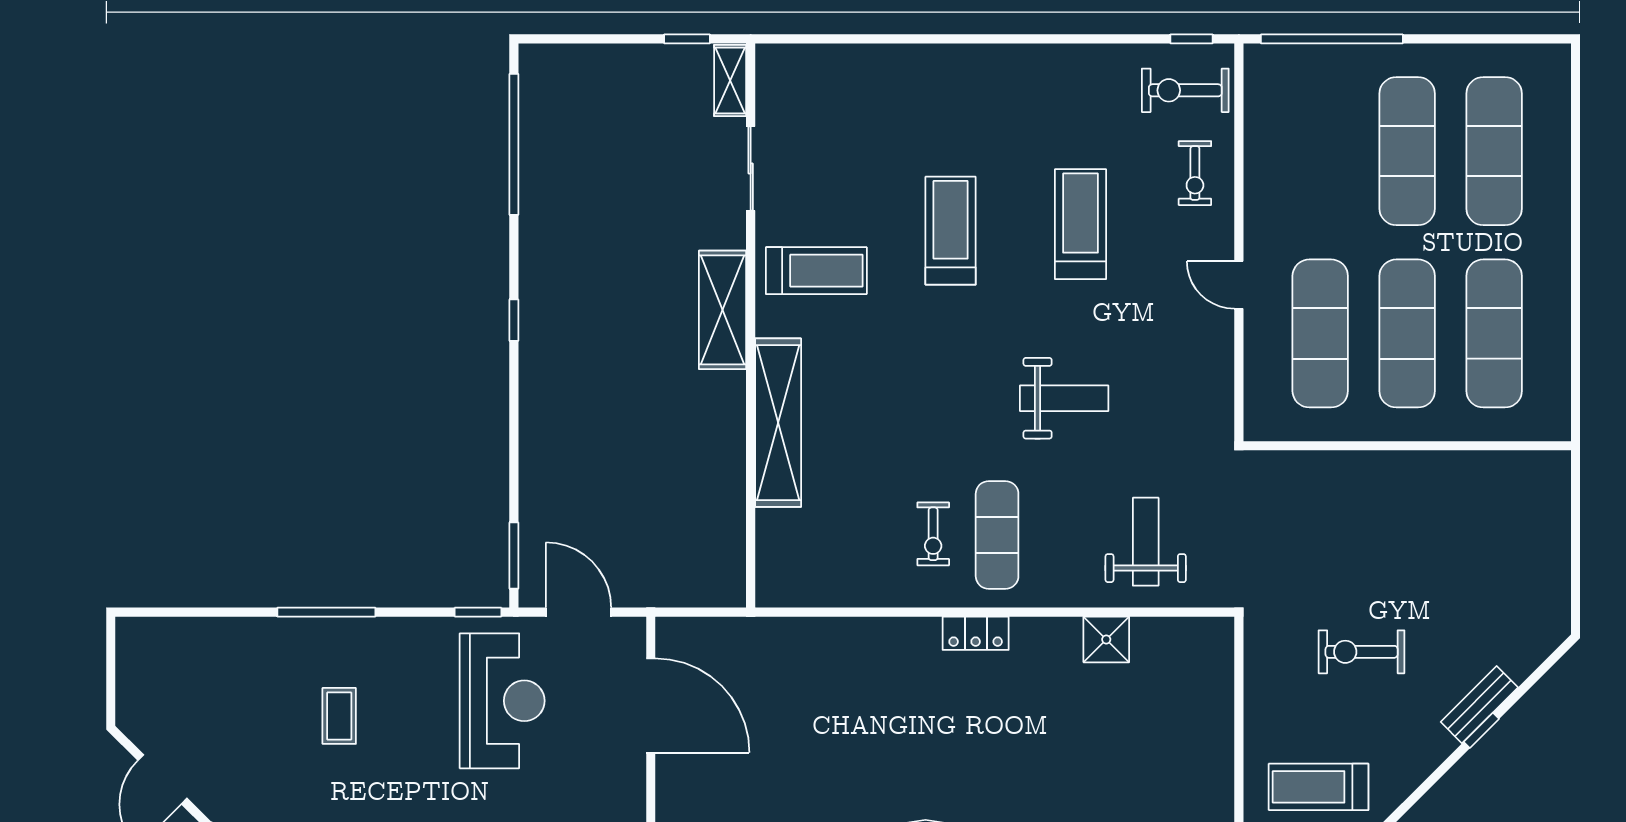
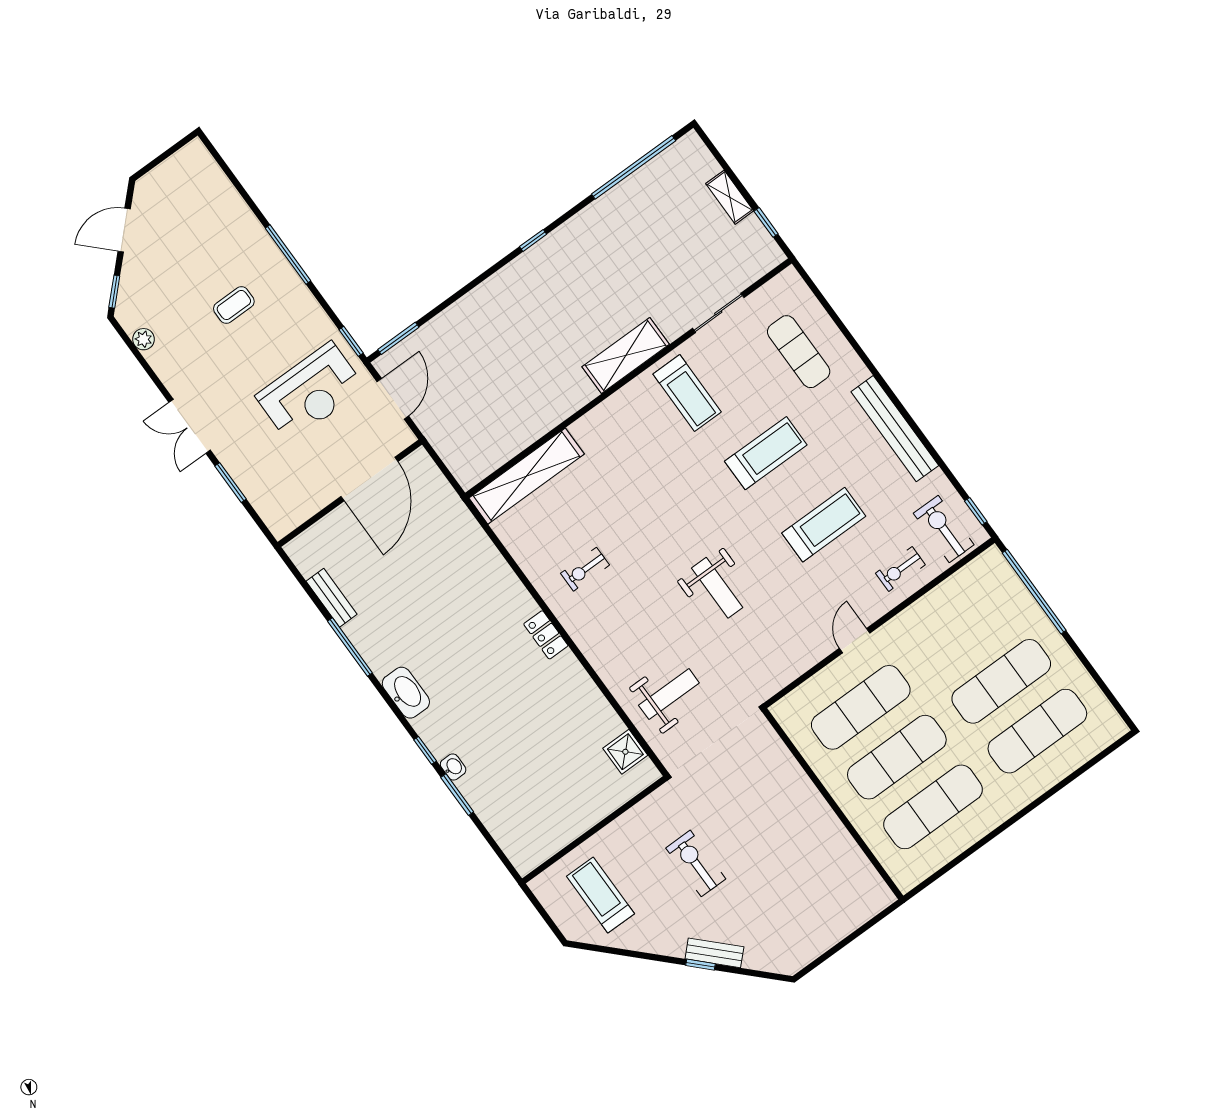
bench: (1030, 63) -> (895, 429), added
shelving: (730, 80) -> (730, 197), moved, turned 90
shelving: (778, 423) -> (527, 476), moved
exercise mat: (997, 535) -> (799, 352), moved, turned 90
shower: (1106, 639) -> (625, 752), moved

